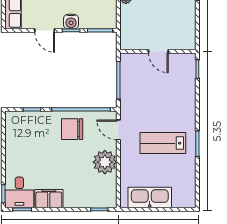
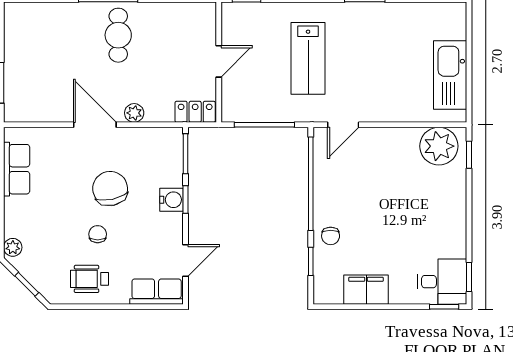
door: (45, 30) -> (186, 260), moved
locker: (127, 37) -> (195, 112), added
chair: (72, 129) -> (331, 236), moved, width x0.54, depth x0.54
lab bench: (163, 143) -> (308, 58), moved
plant: (105, 162) -> (439, 146), moved
filing cabinet: (49, 199) -> (366, 290), moved, turned 90

